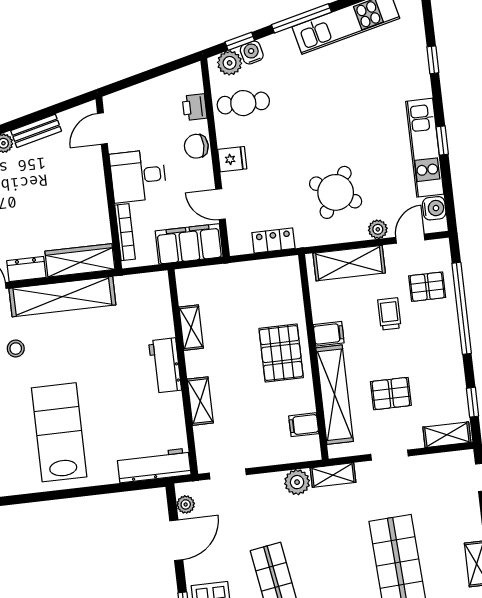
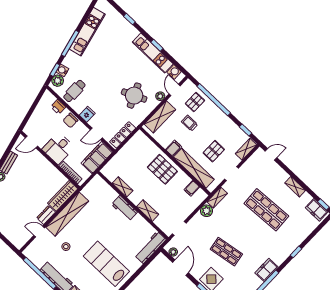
door: (102, 129) -> (32, 142), hinge flipped
round table: (336, 192) -> (134, 96), turned 35
locker: (273, 241) -> (123, 135), width x1.53

